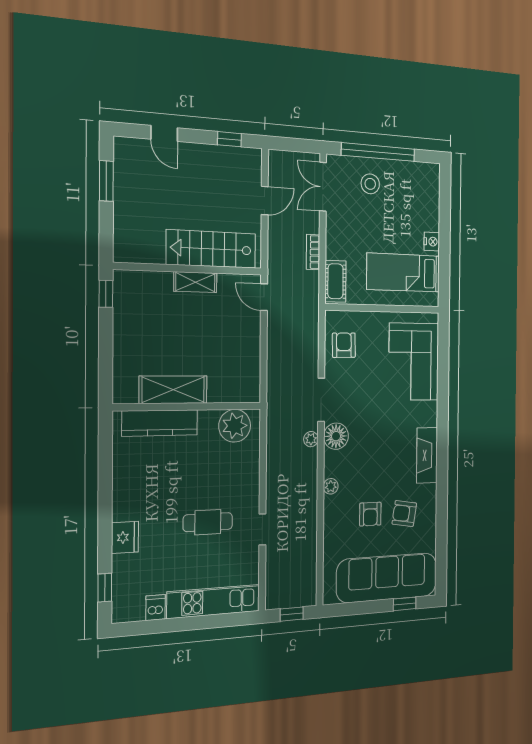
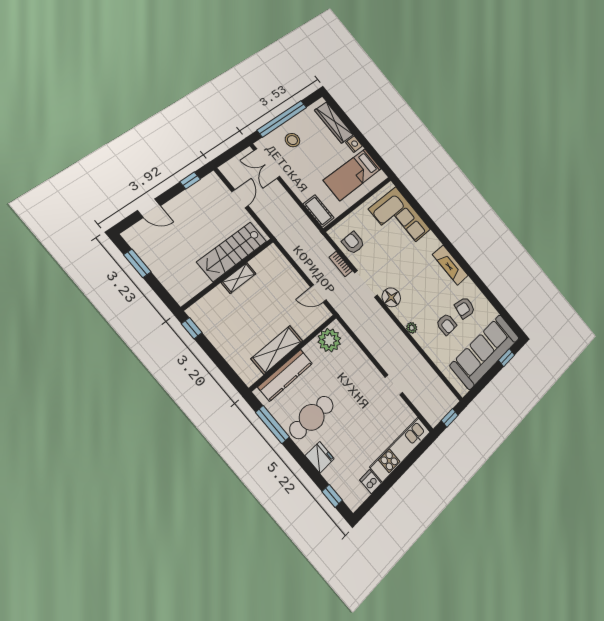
wardrobe: (430, 201) -> (334, 123), added
bookcase: (313, 252) -> (341, 264), moved
door: (264, 297) -> (318, 294), moved
plant: (311, 439) -> (379, 311), removed
window: (105, 462) -> (272, 425), added
cafe table: (208, 522) -> (312, 417), moved, width x1.37, depth x1.35

